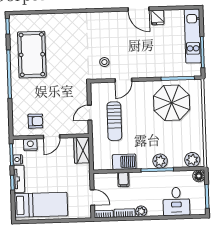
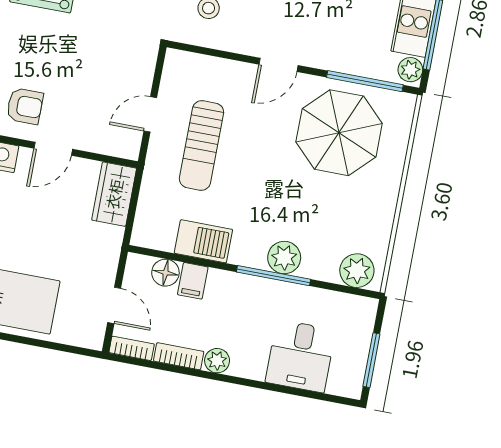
plant: (196, 69) -> (410, 70), added
door: (123, 80) -> (279, 65), moved
floor lamp: (199, 176) -> (165, 273), moved

